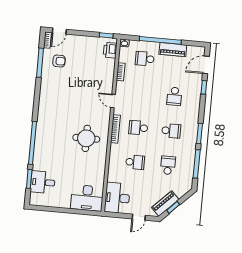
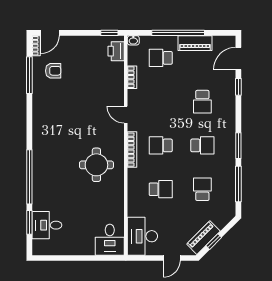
desk: (87, 198) -> (110, 240), width x0.73

